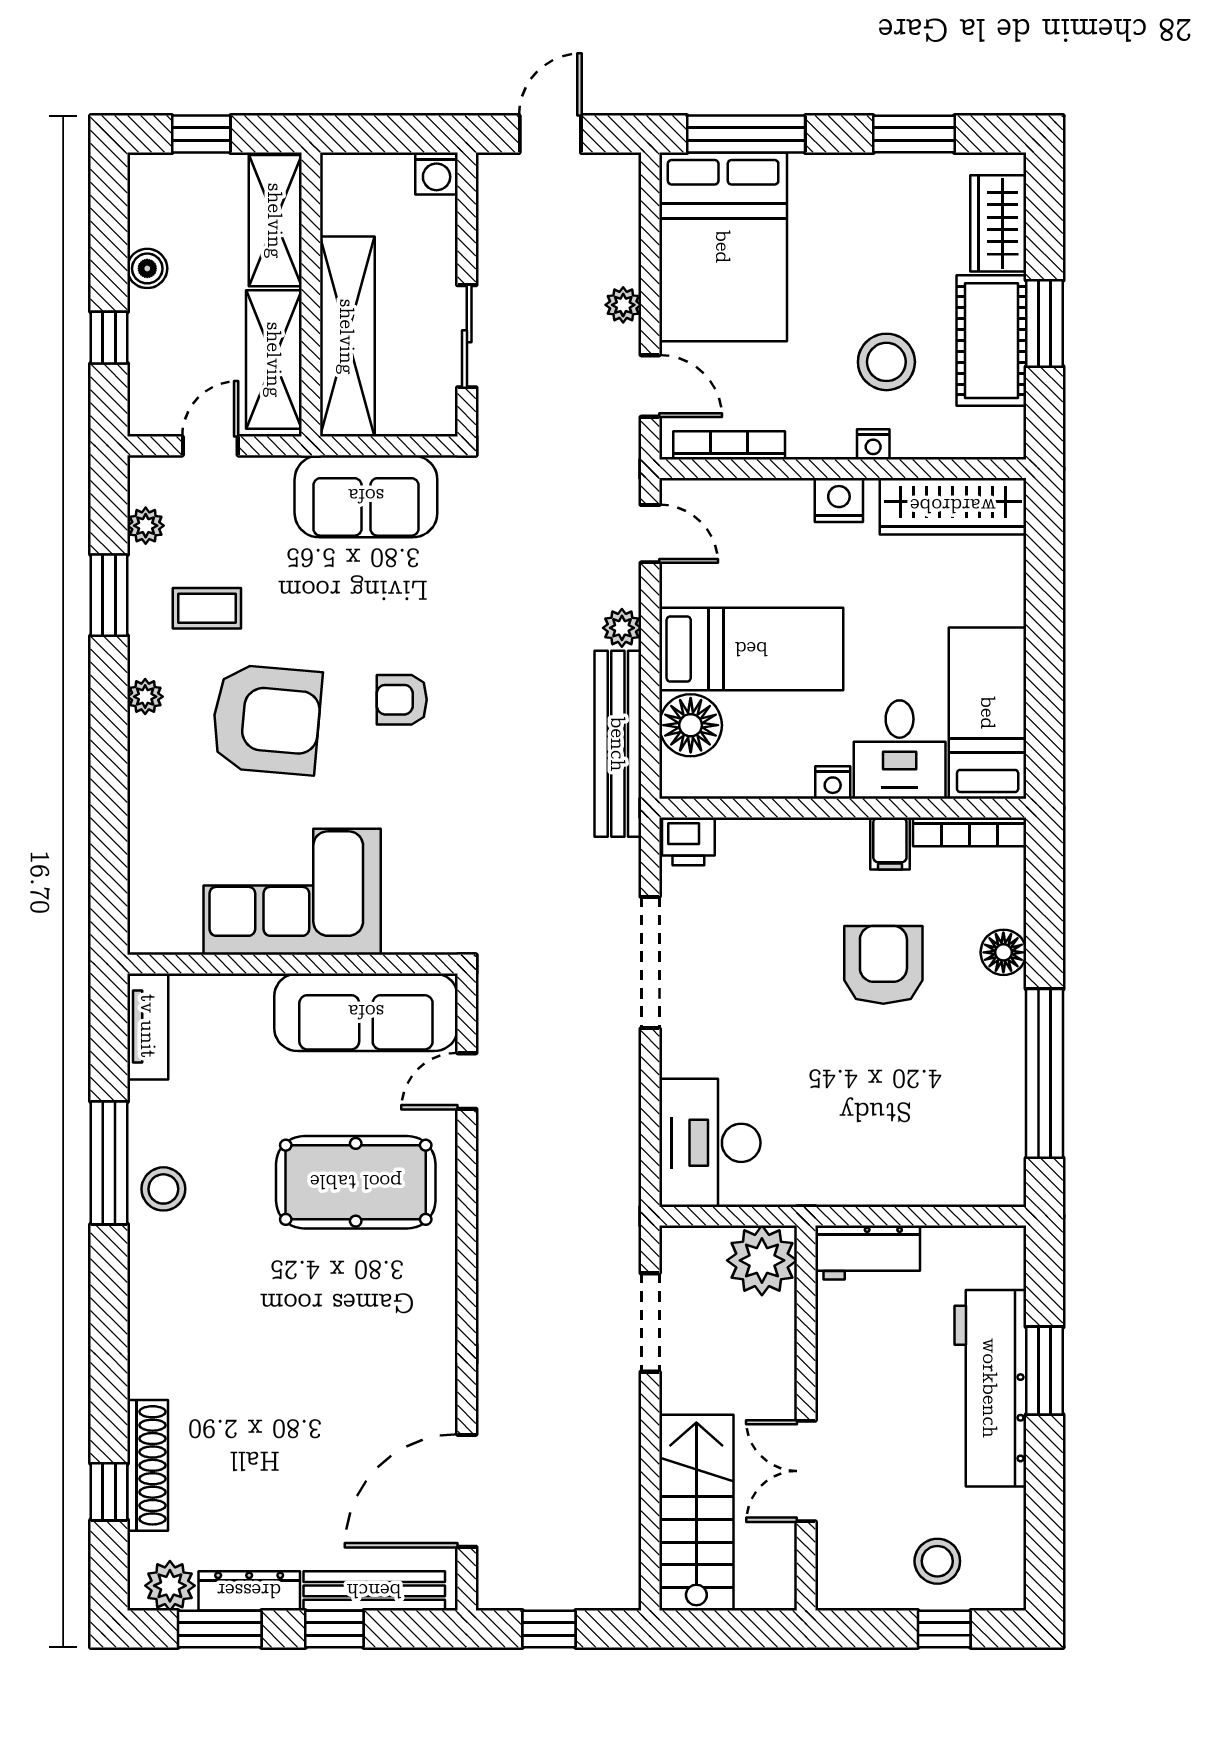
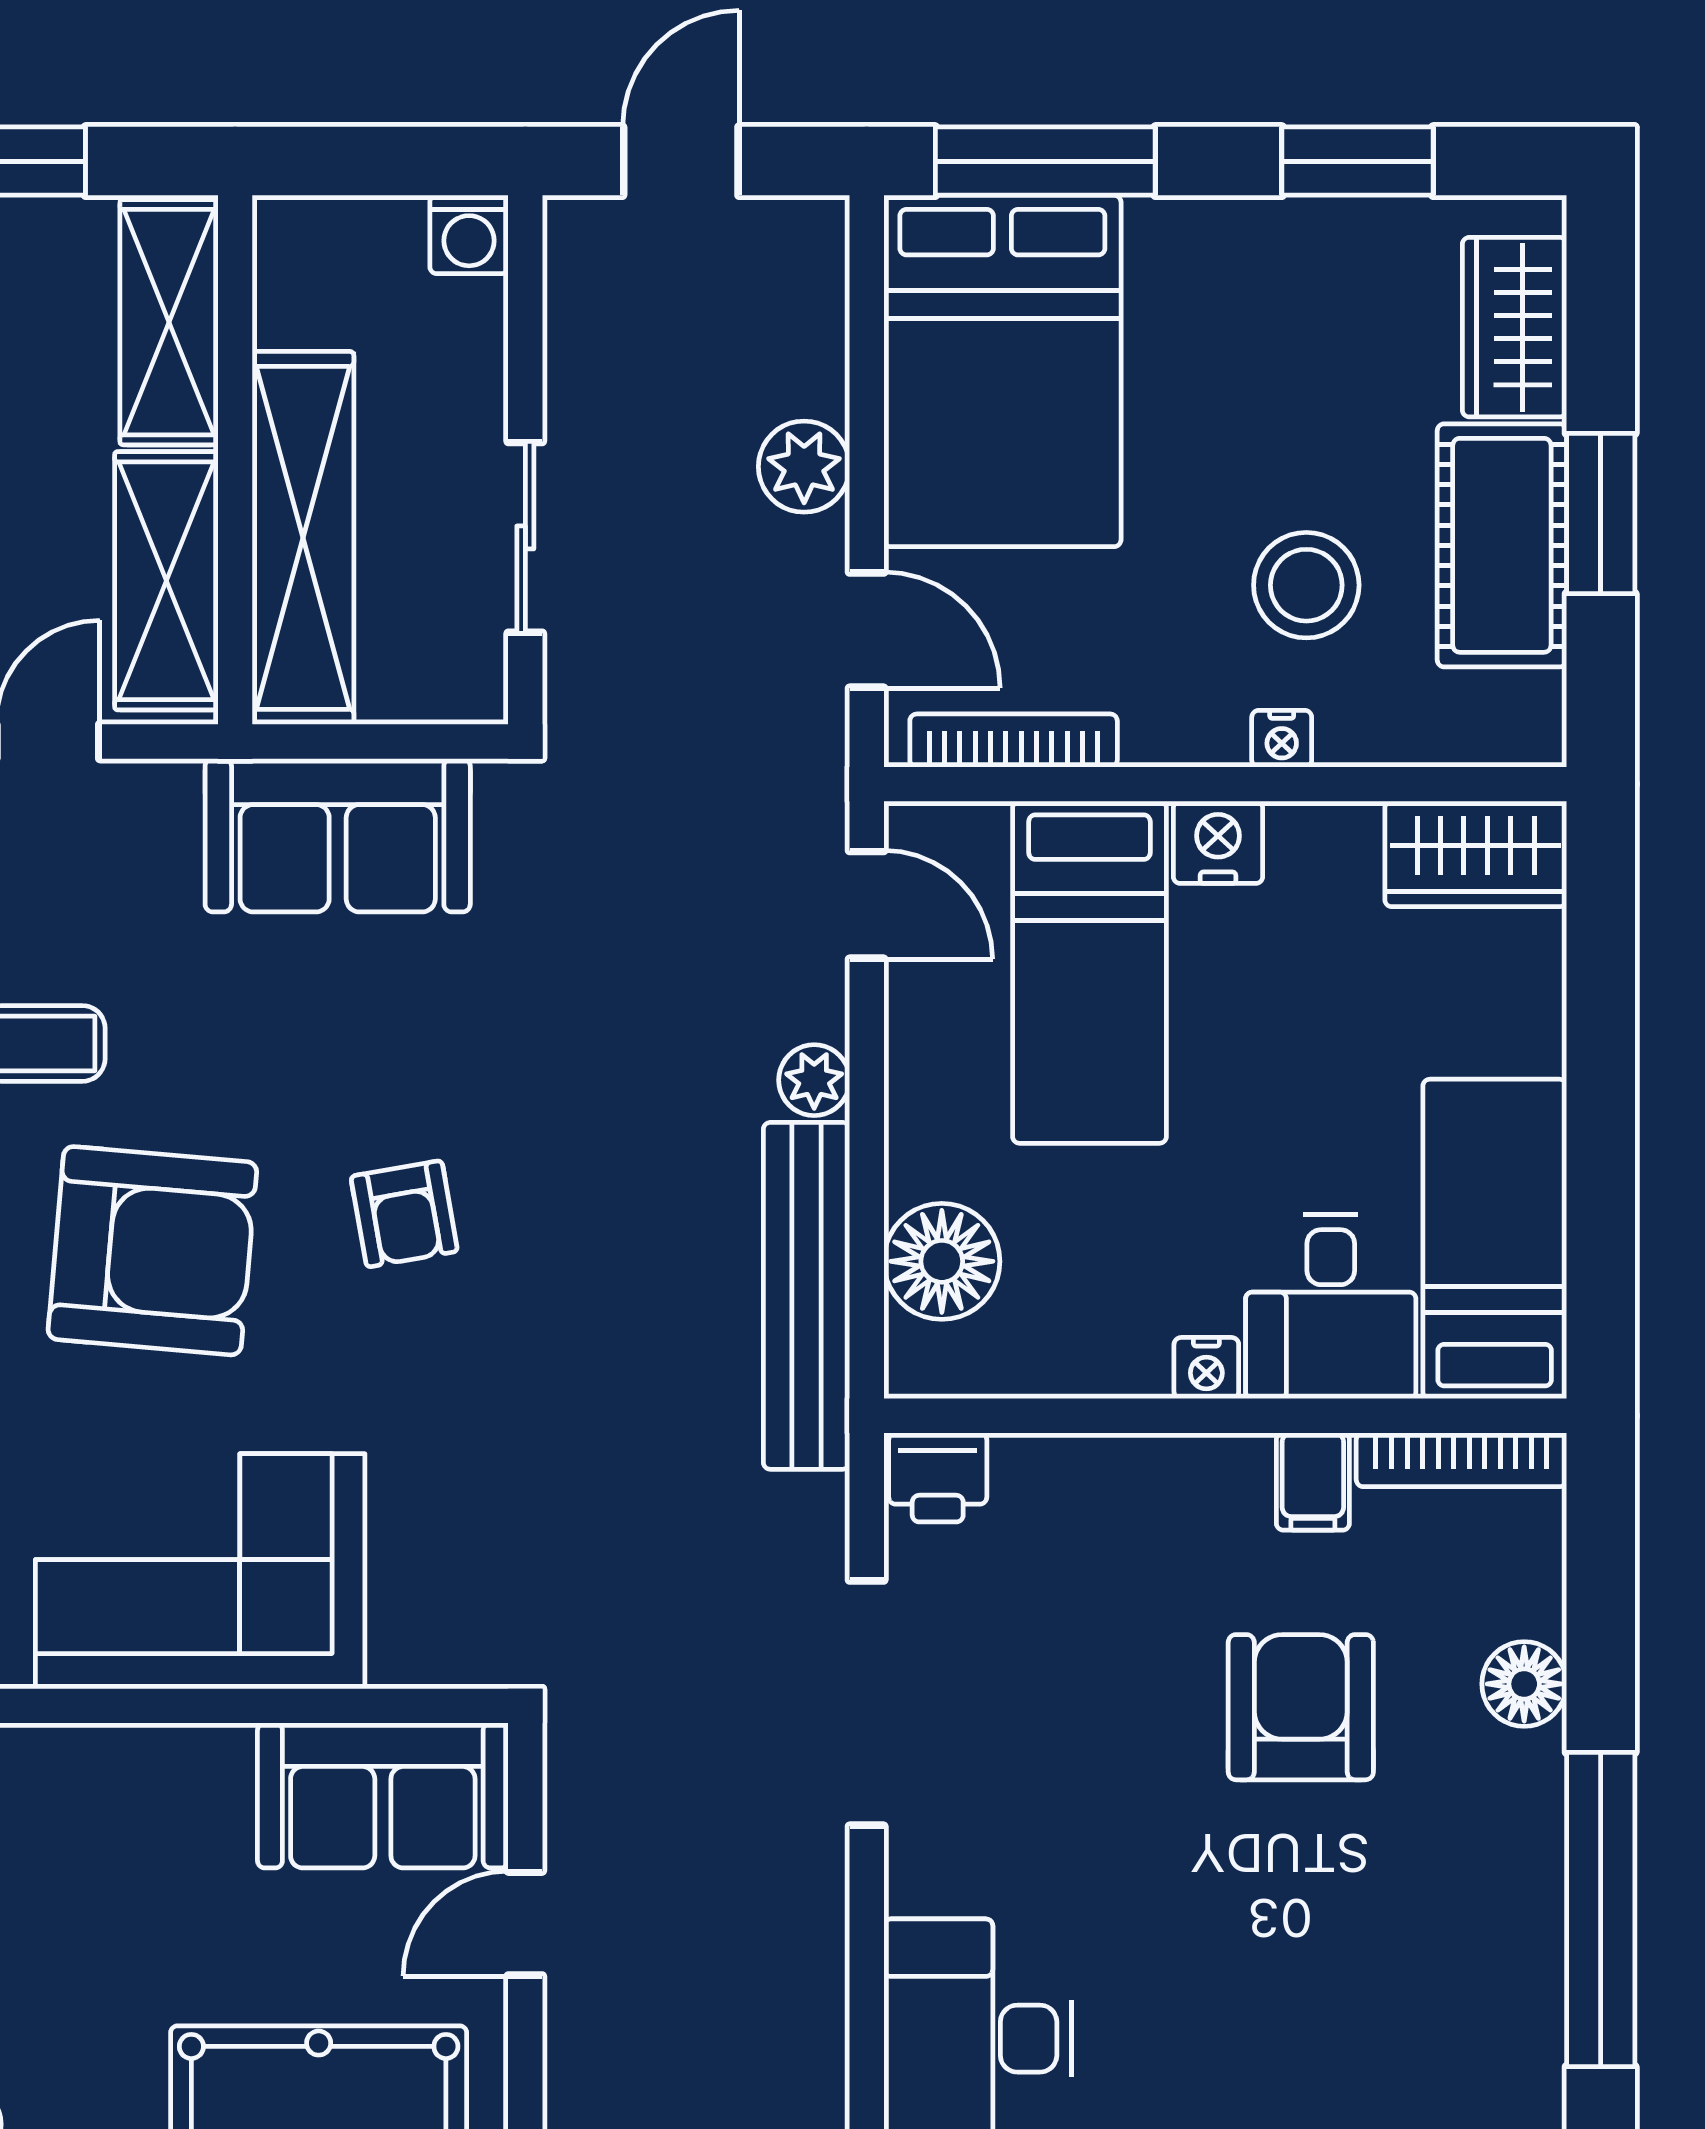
plant: (623, 305) -> (804, 467), width x1.38, depth x1.38
wardrobe: (953, 506) -> (1476, 854), width x0.67
bed: (751, 649) -> (1089, 972), moved, turned 90
armchair: (402, 700) -> (404, 1214), turned -100
sofa: (366, 1012) -> (383, 1795), width x0.73

